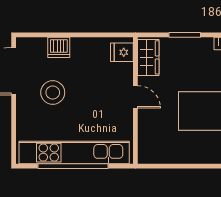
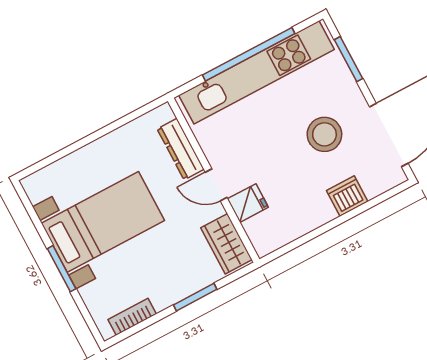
fridge: (122, 52) -> (248, 203), moved
dresser: (146, 130) -> (181, 149), added
window: (14, 131) -> (348, 59), added

